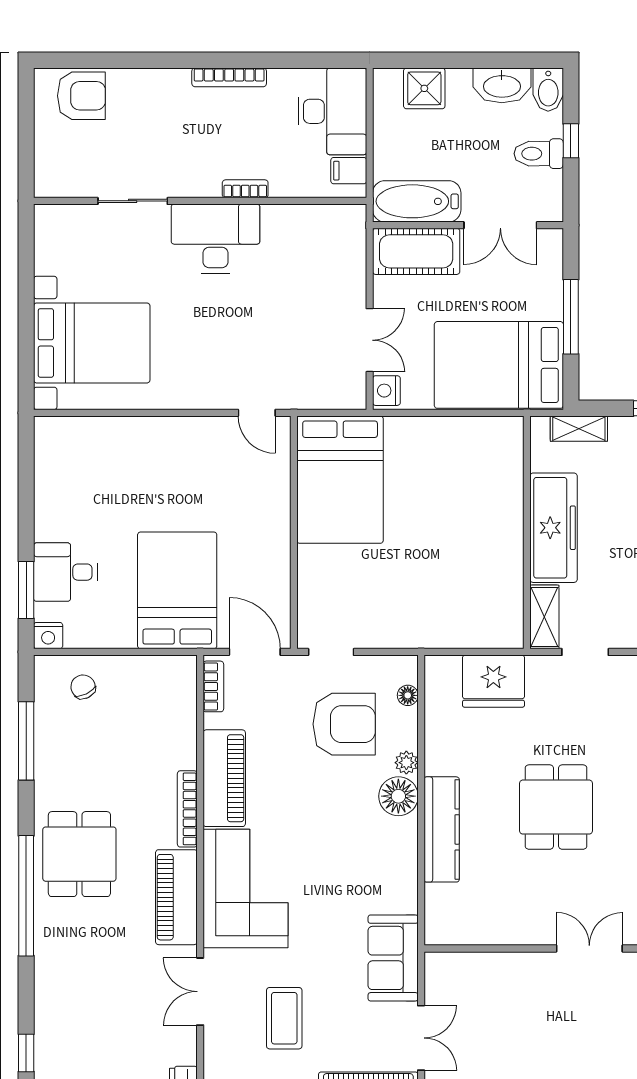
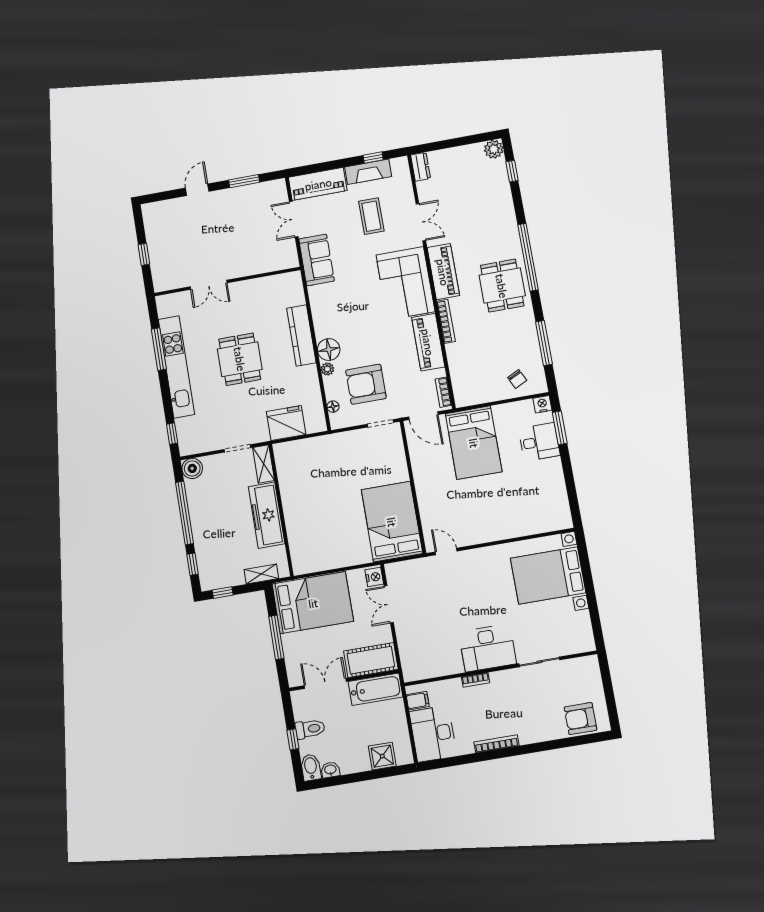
washbasin: (502, 85) -> (330, 770), width x0.52, depth x0.69

